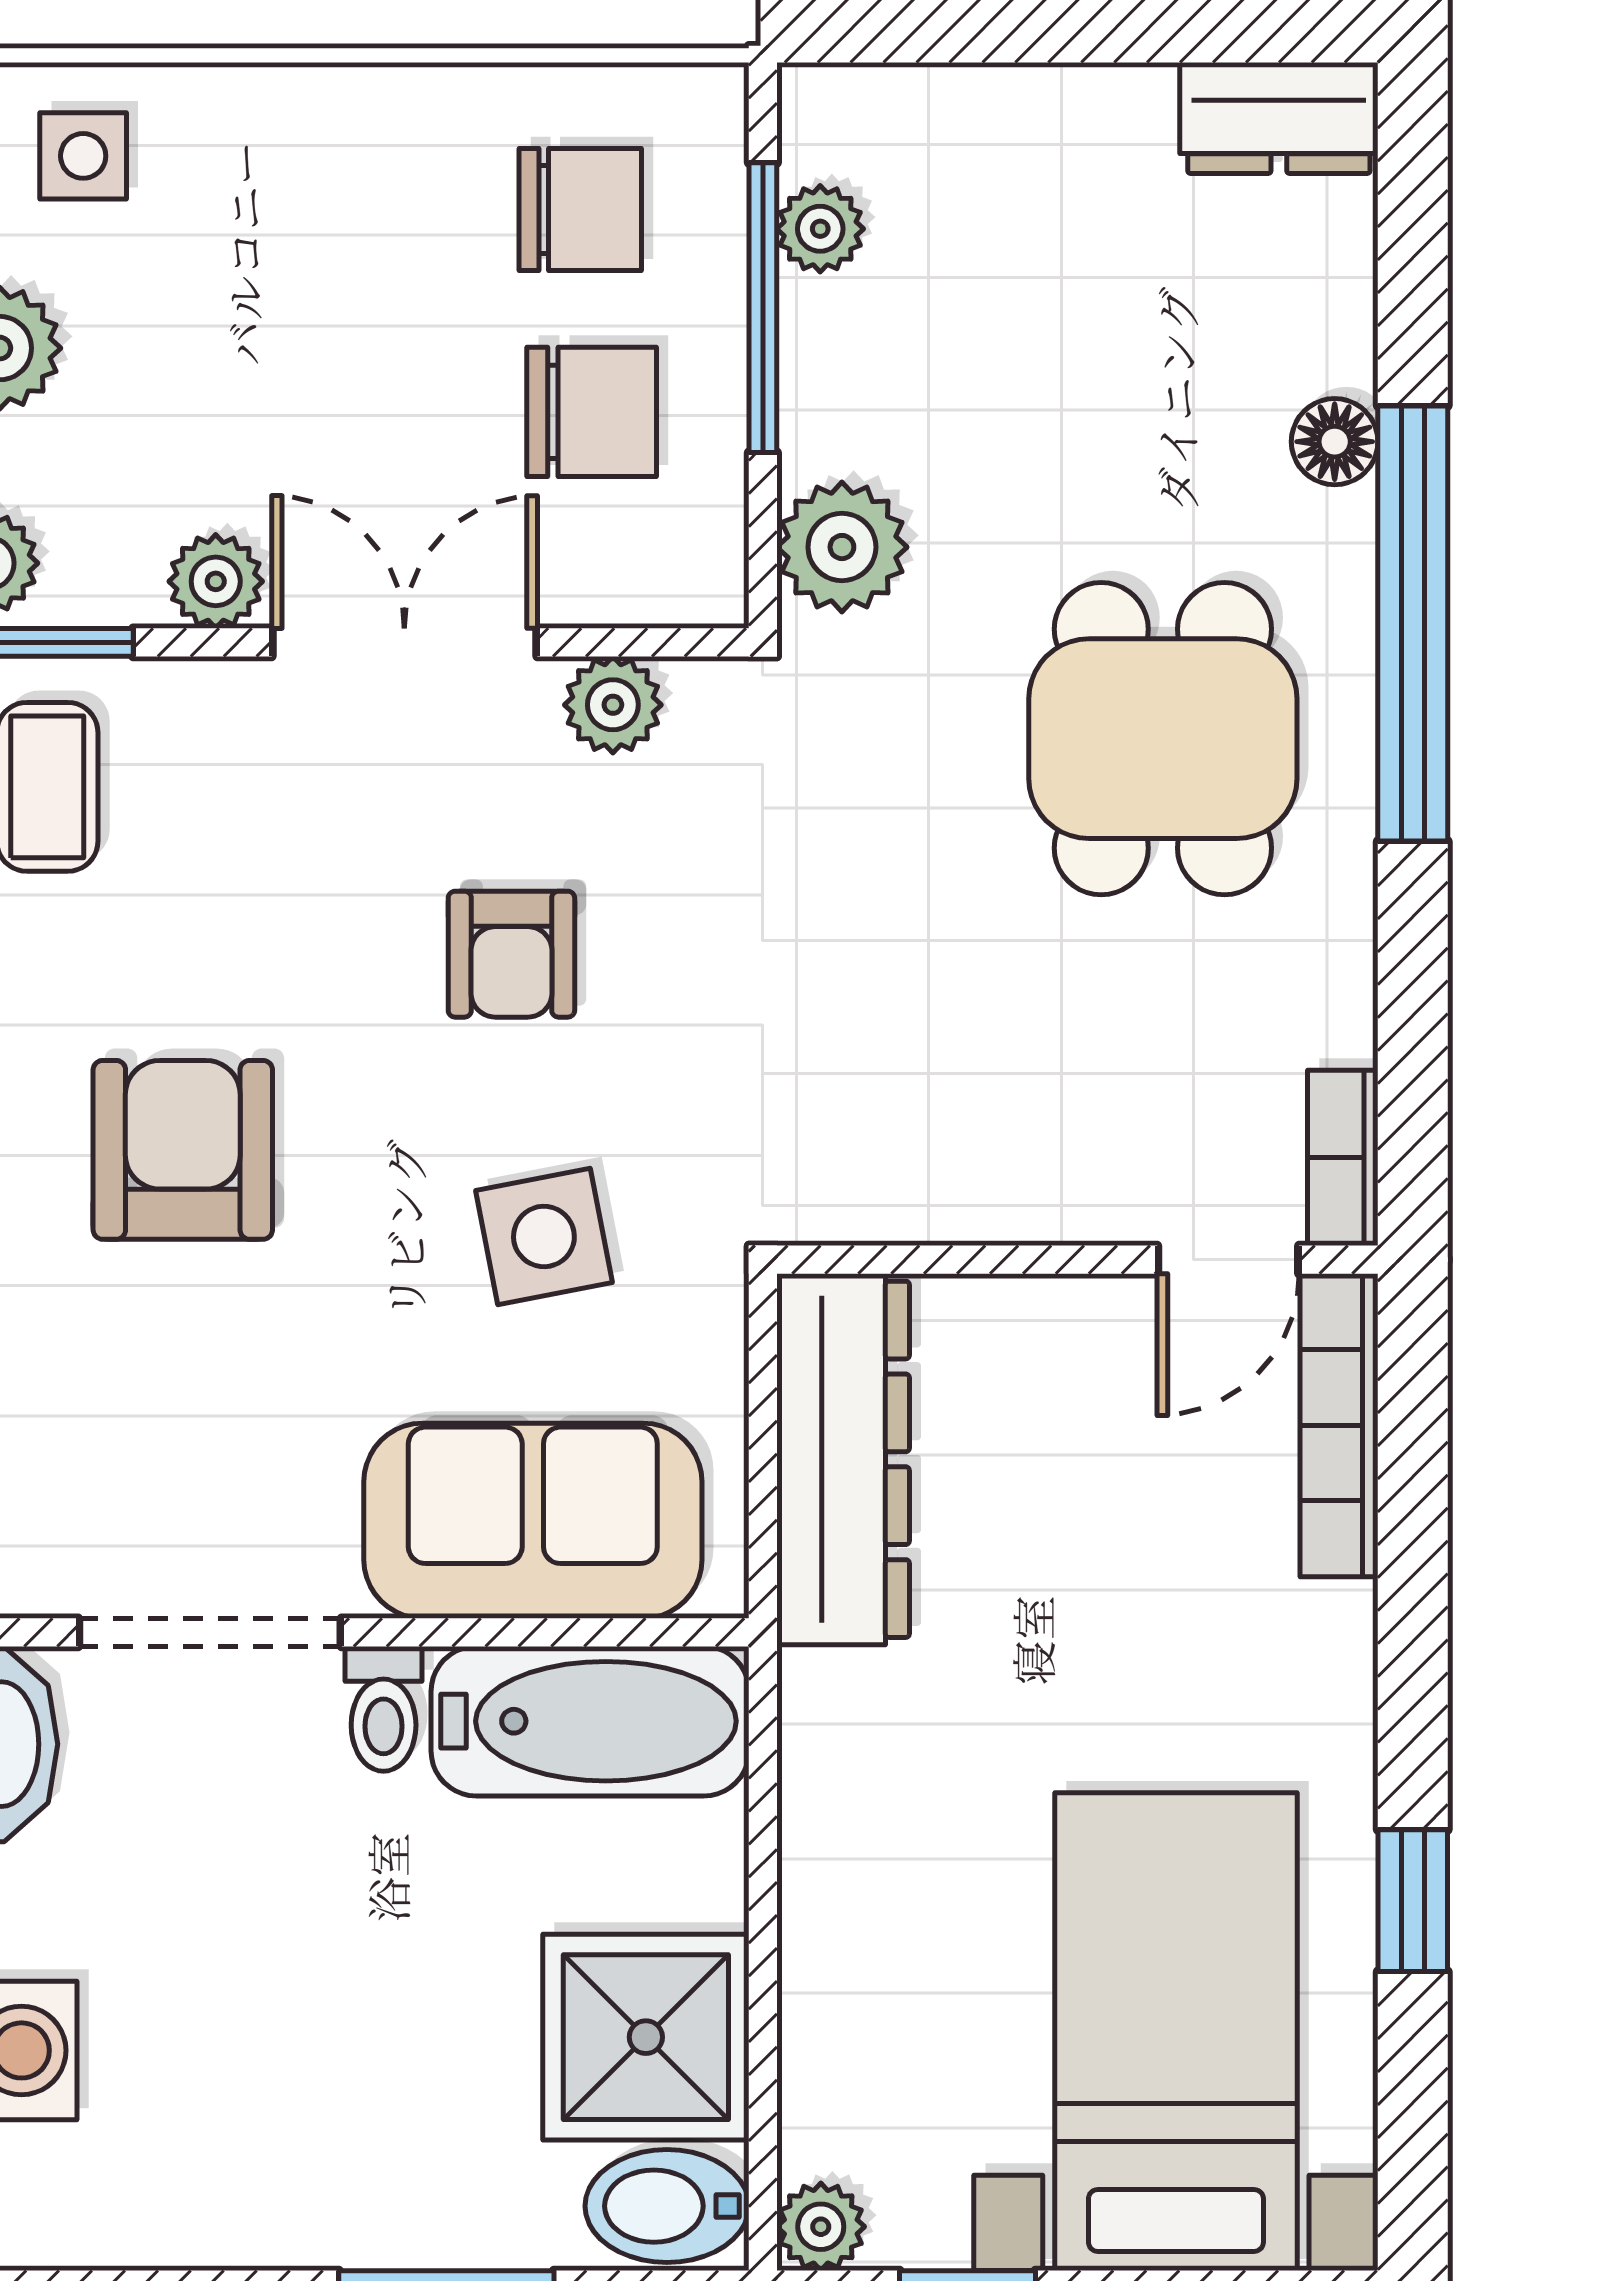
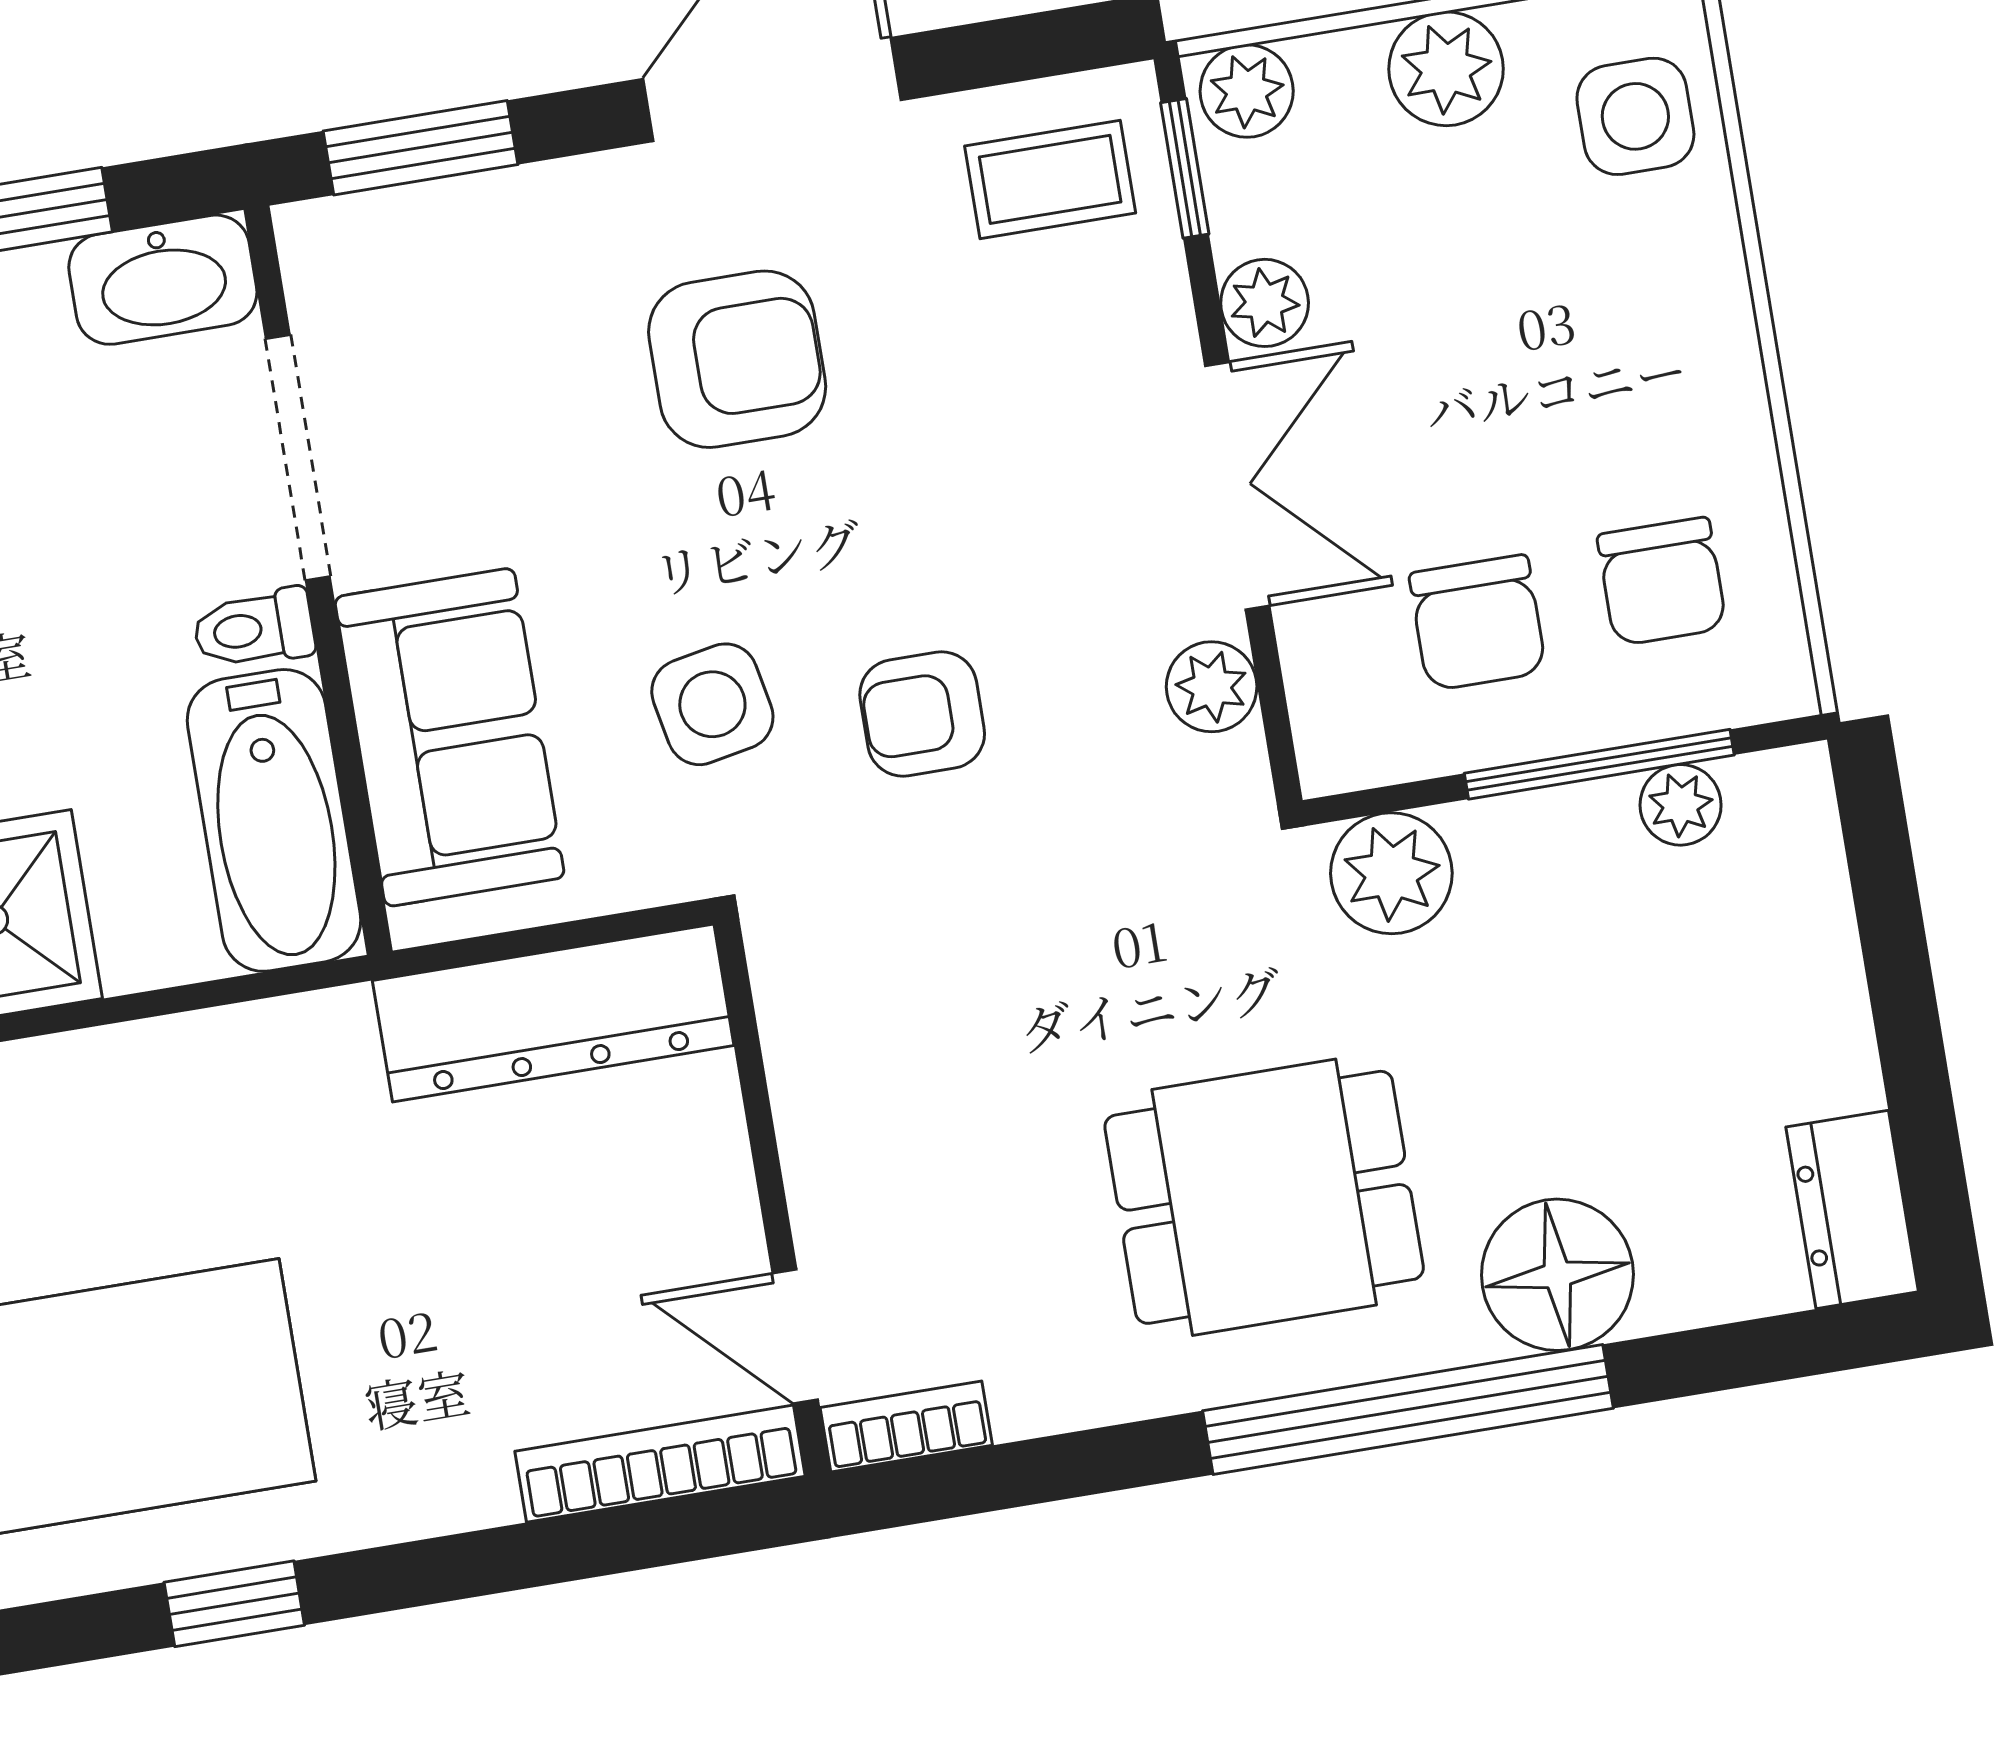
side table: (83, 156) -> (1635, 116), width x1.37, depth x1.37
floor lamp: (1335, 442) -> (1557, 1275), width x1.89, depth x1.89
armchair: (511, 954) -> (922, 714), moved

